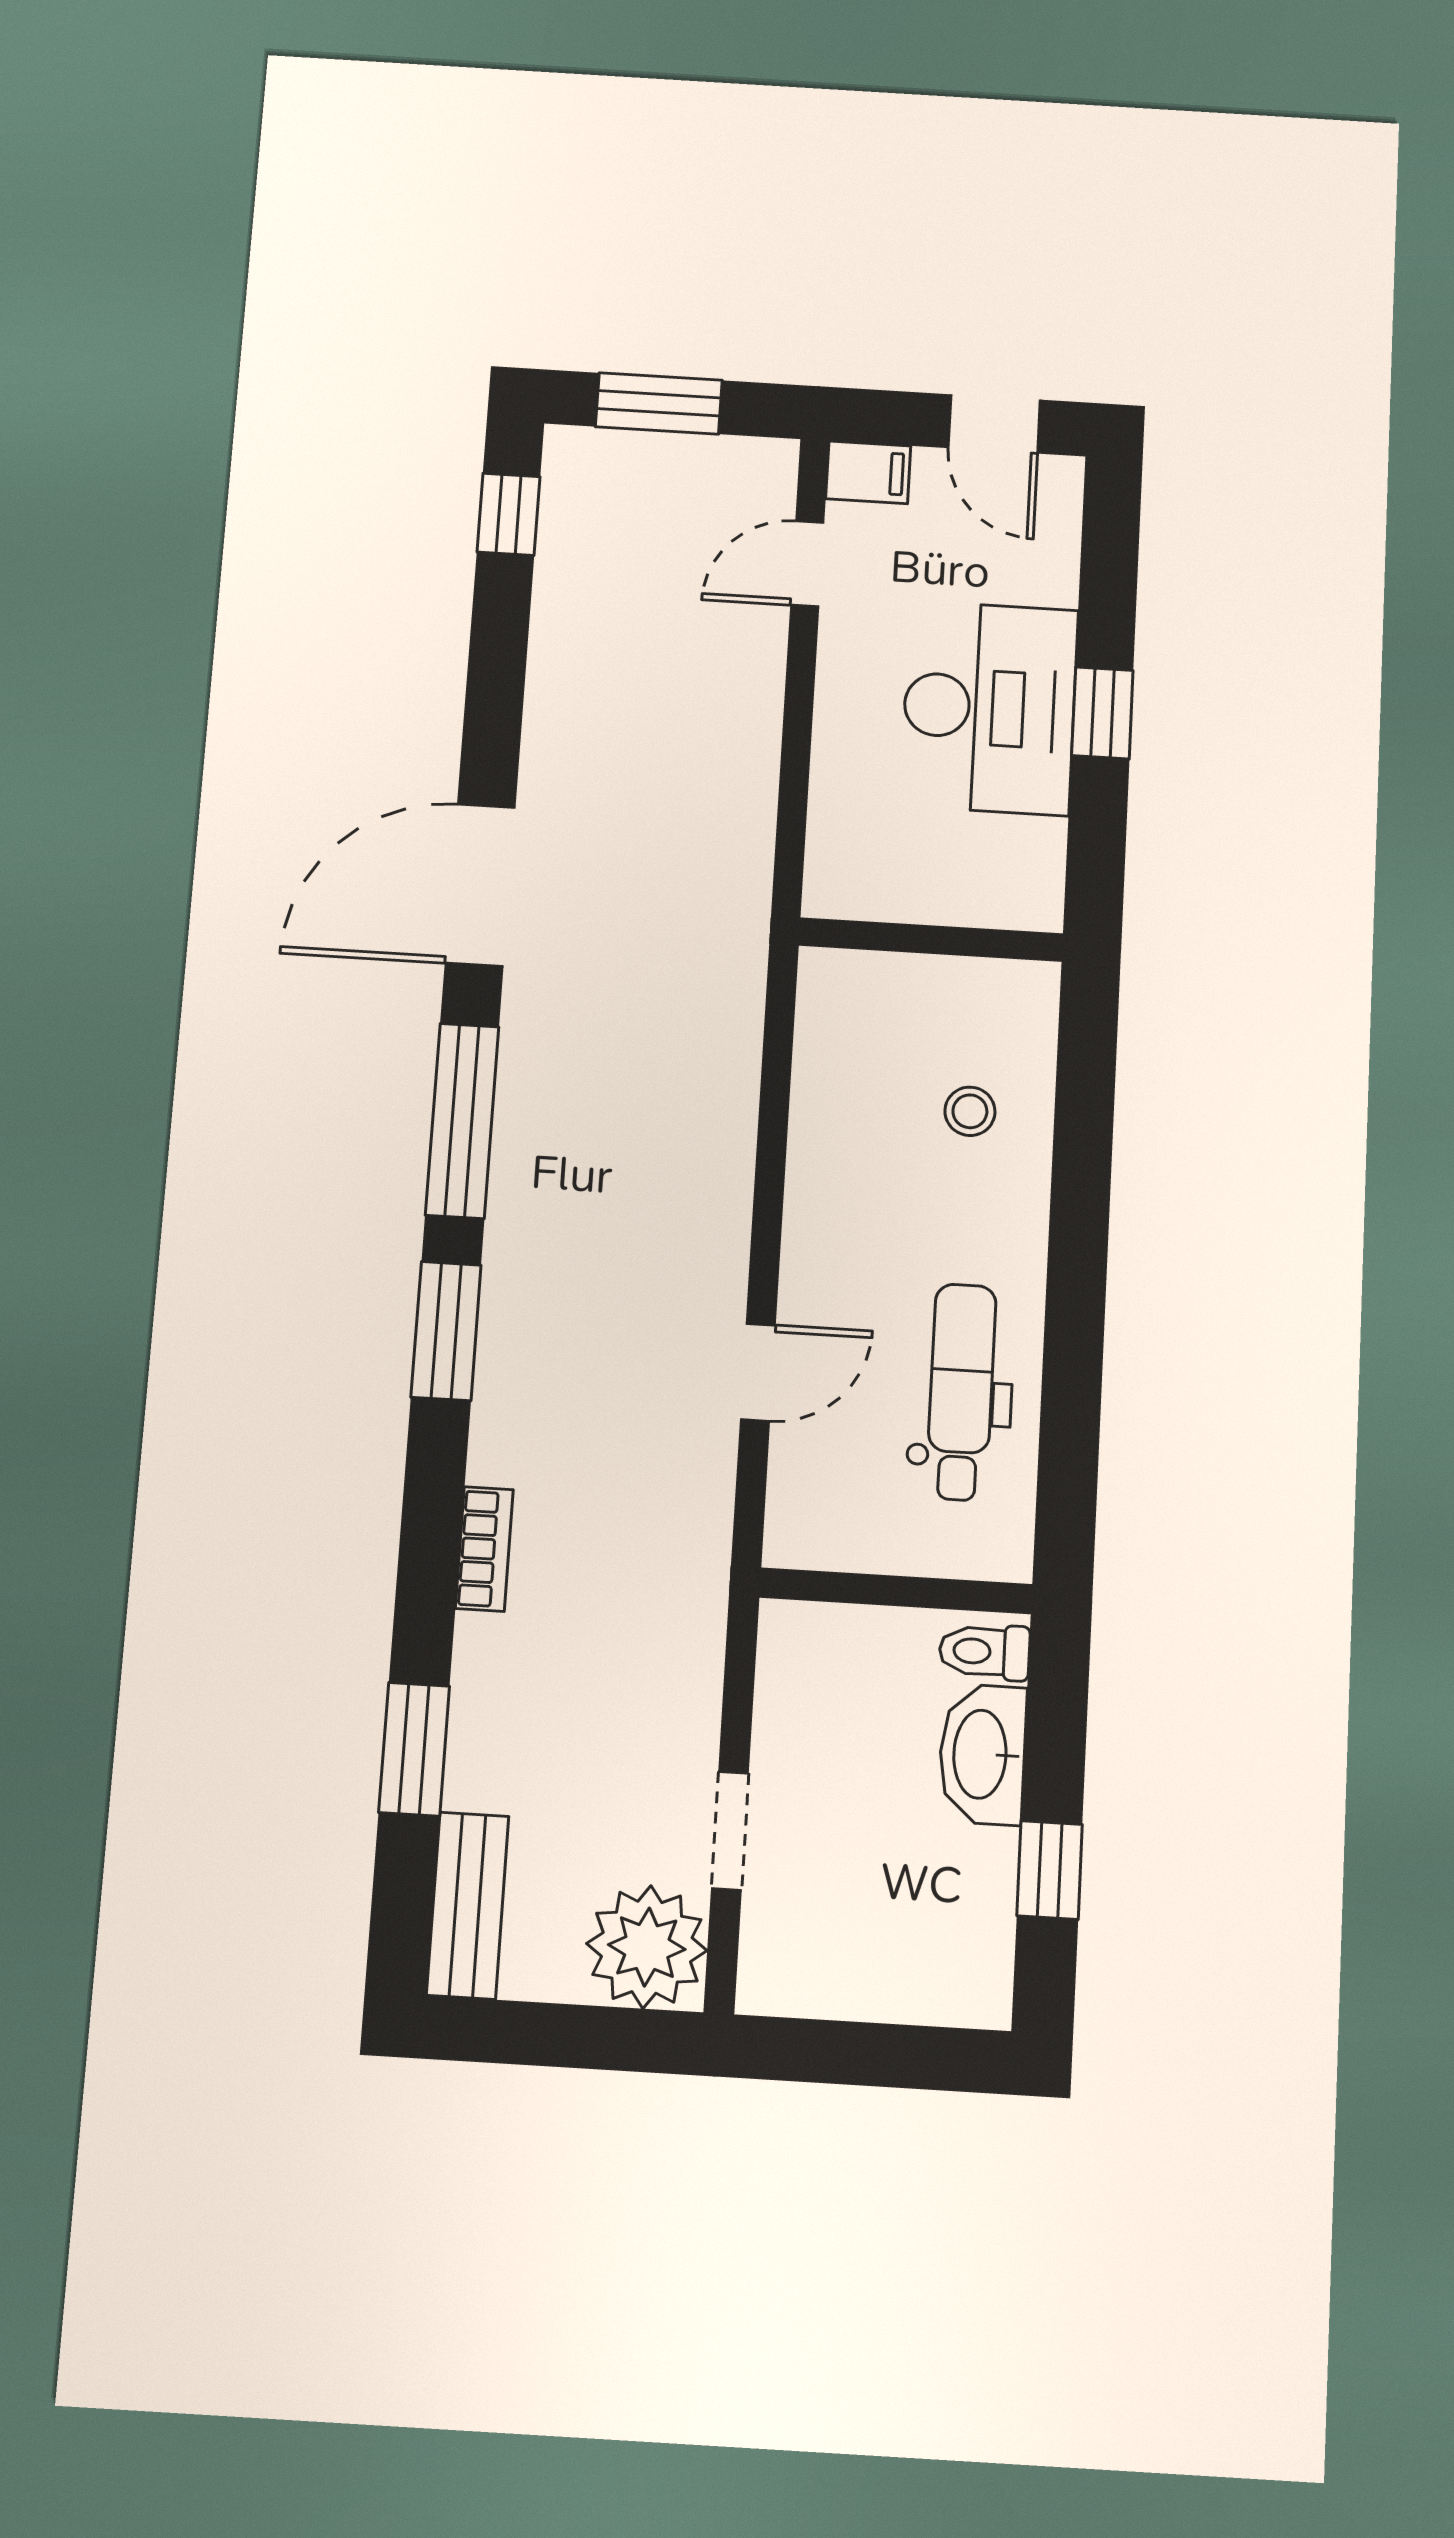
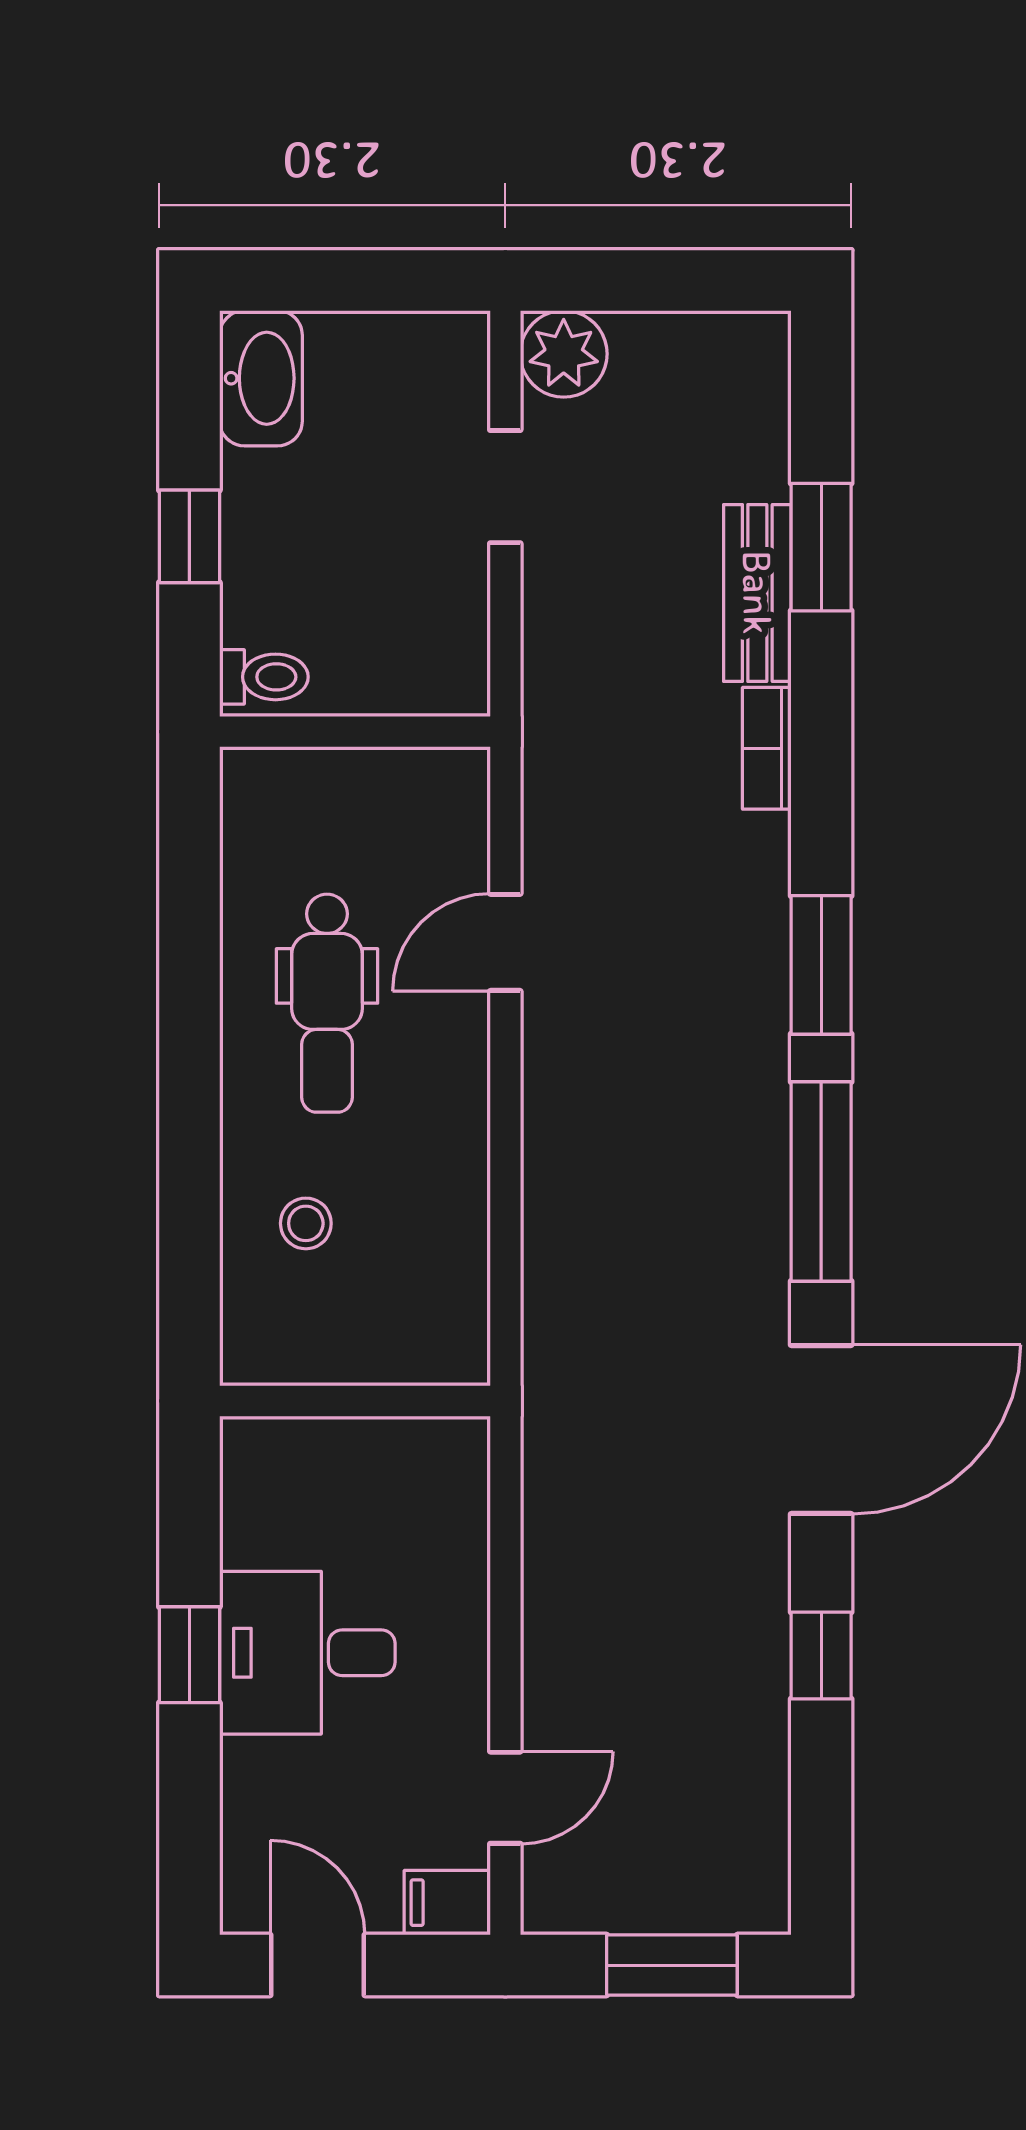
window: (508, 514) -> (821, 1656), moved
desk: (989, 708) -> (307, 1653), width x0.73
dental chair: (961, 1392) -> (327, 1003), moved
washbasin: (982, 1754) -> (261, 378), moved
window: (1050, 1870) -> (189, 536), moved
bench: (468, 1906) -> (757, 593), moved
plant: (647, 1947) -> (564, 354), width x0.73, depth x0.73

